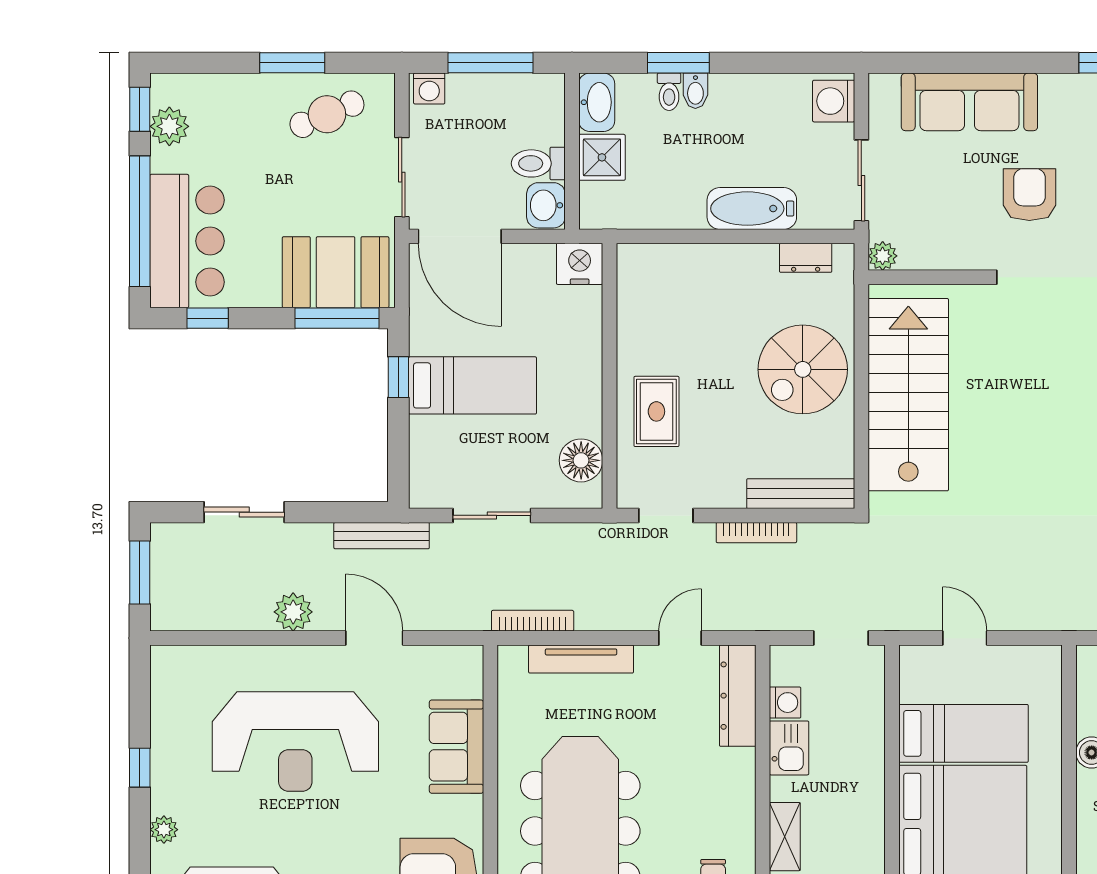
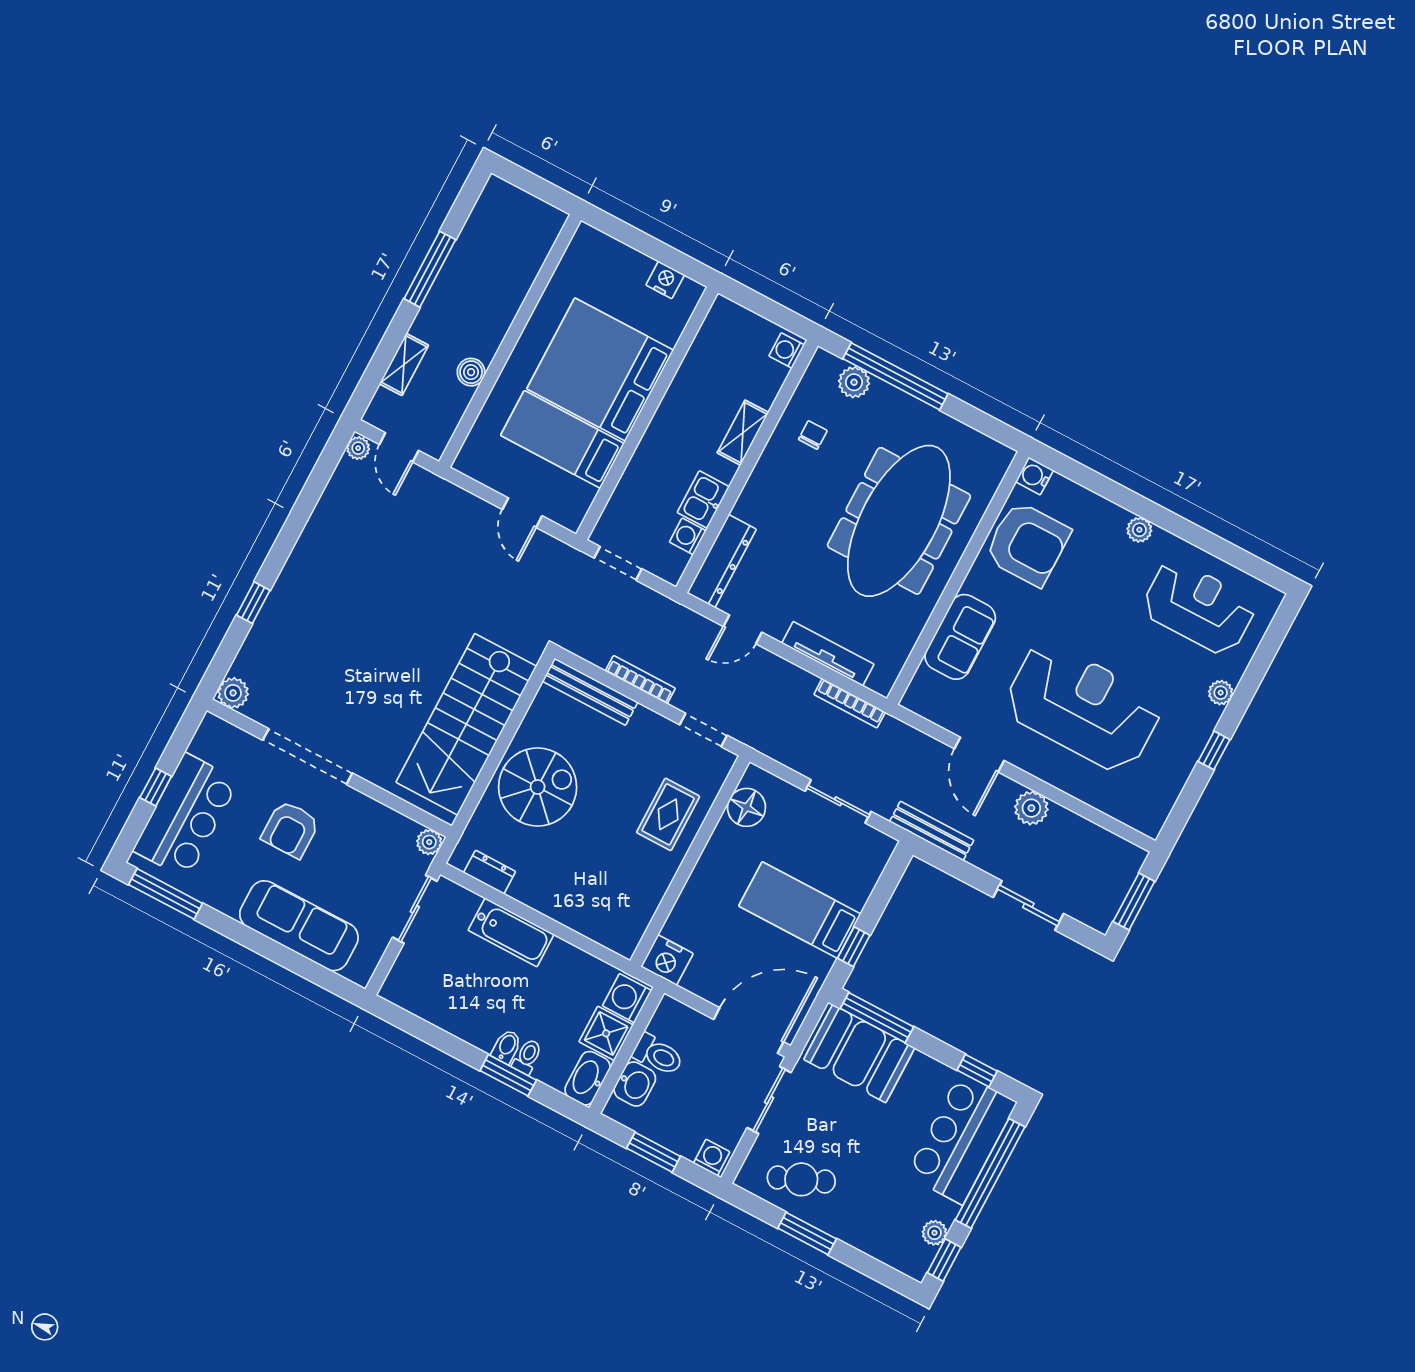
window: (491, 63) -> (654, 1152), width x0.69
washing machine: (834, 101) -> (627, 998), moved, turned 180
plant: (169, 126) -> (935, 1233), width x0.73, depth x0.73
washbasin: (546, 205) -> (635, 1084), moved
door: (460, 236) -> (749, 1031), hinge flipped

